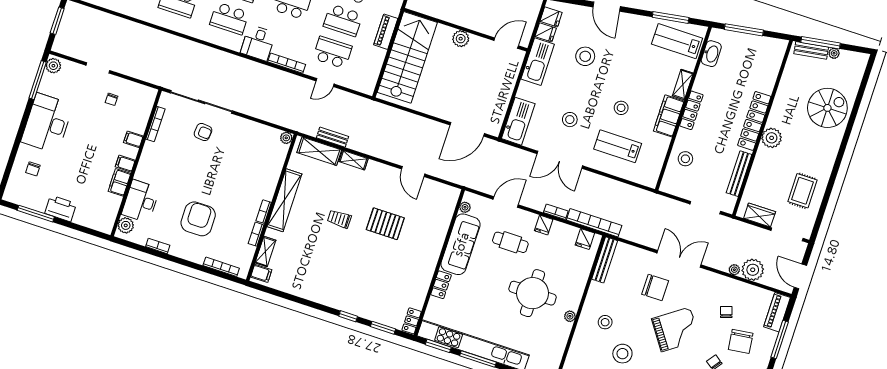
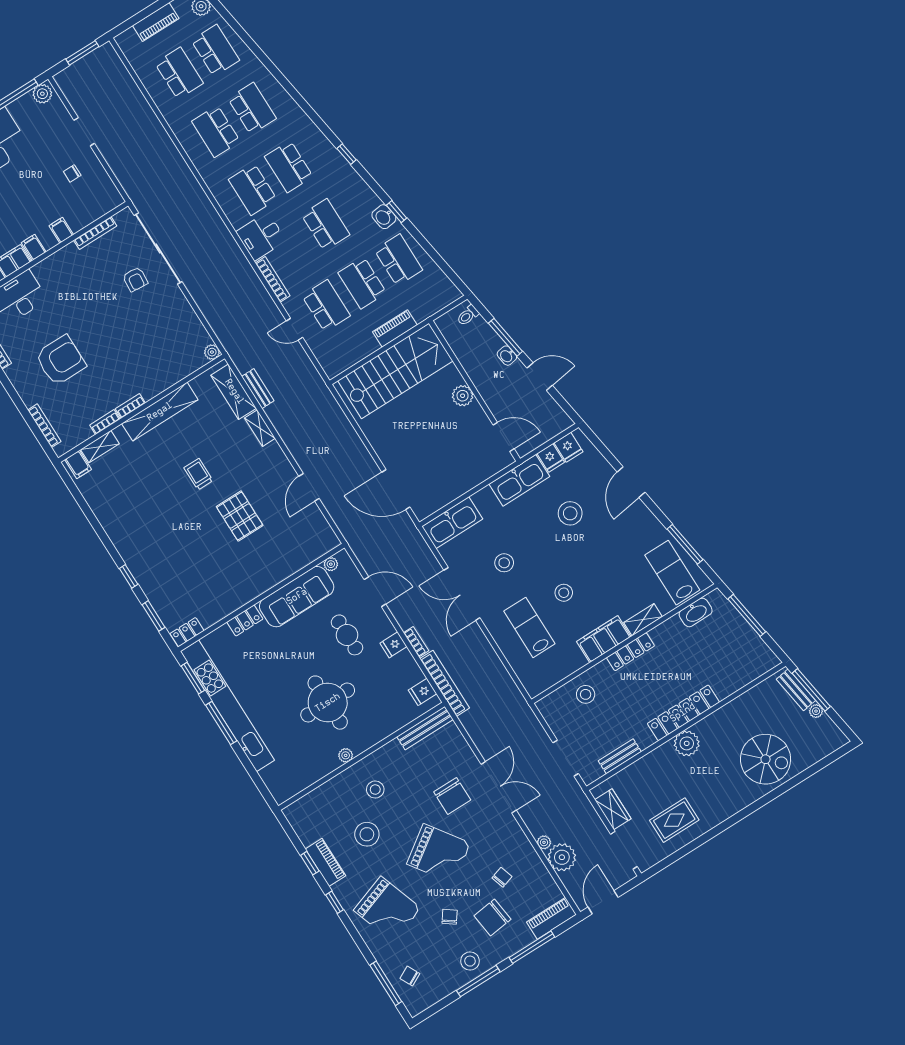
bench: (739, 174) -> (620, 756), width x0.73

